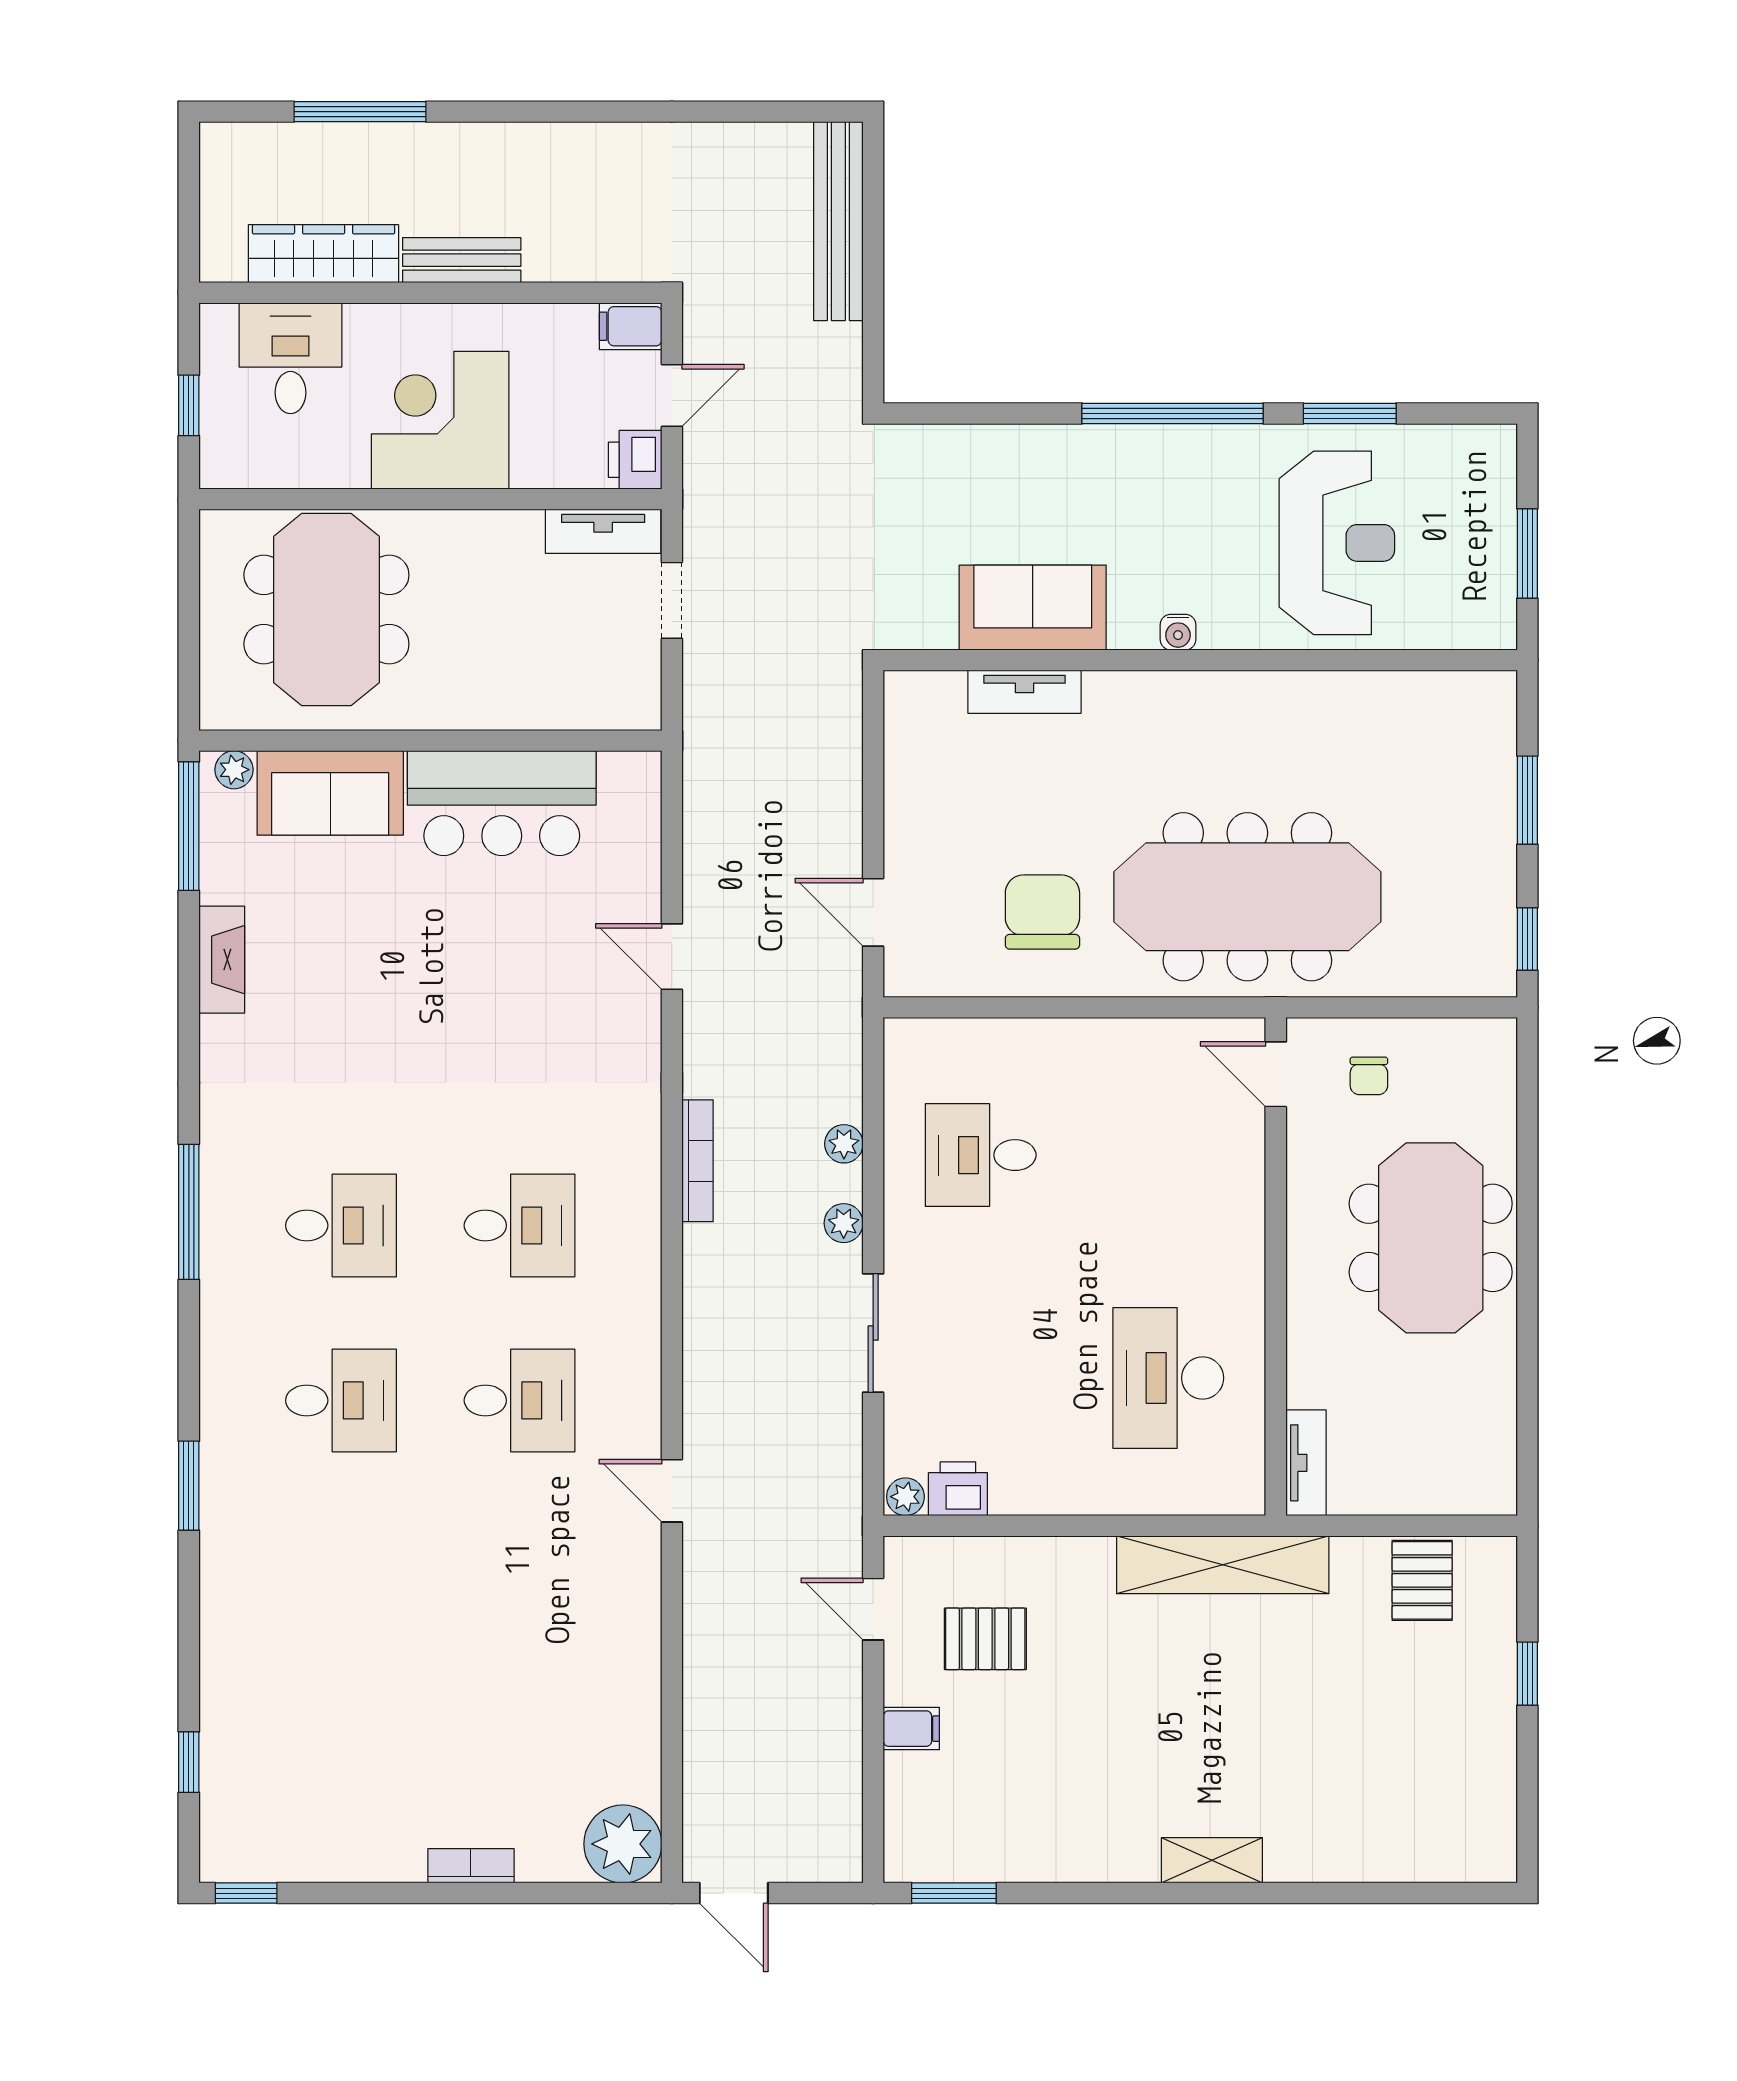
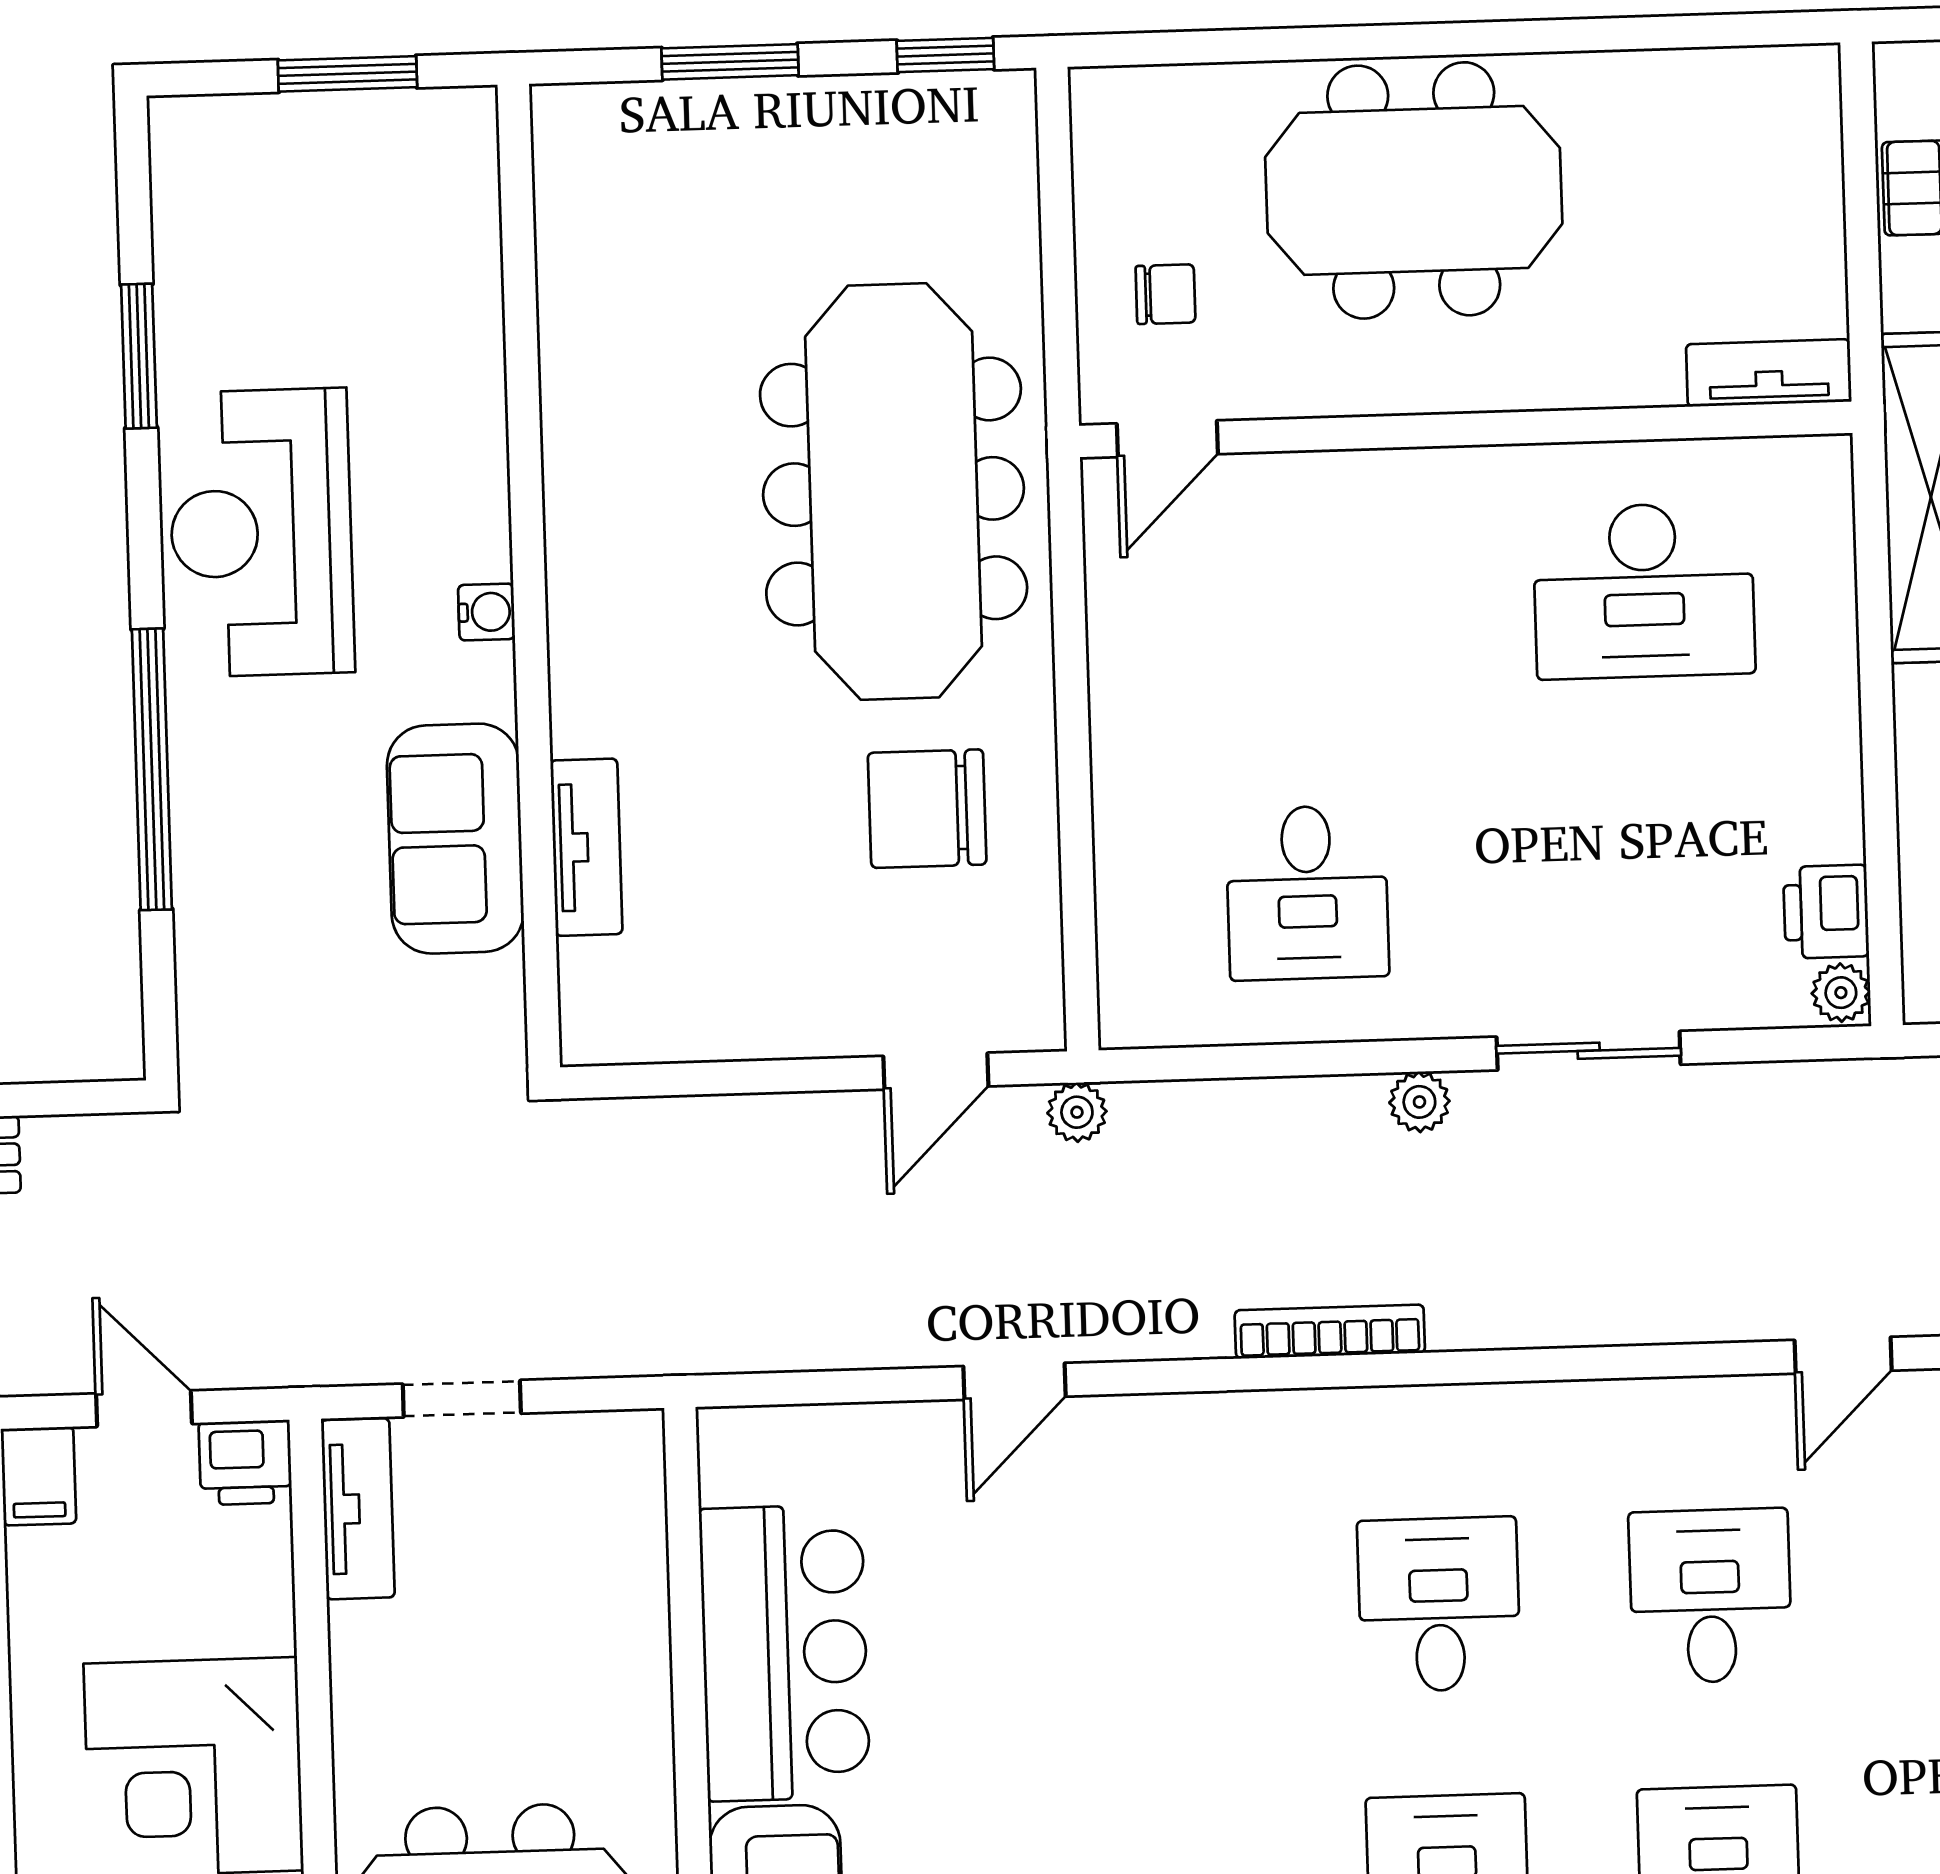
window: (1173, 414) -> (152, 769), moved
reception desk: (1337, 543) -> (261, 533), moved, turned -90
plant: (844, 1144) -> (1077, 1112), moved

